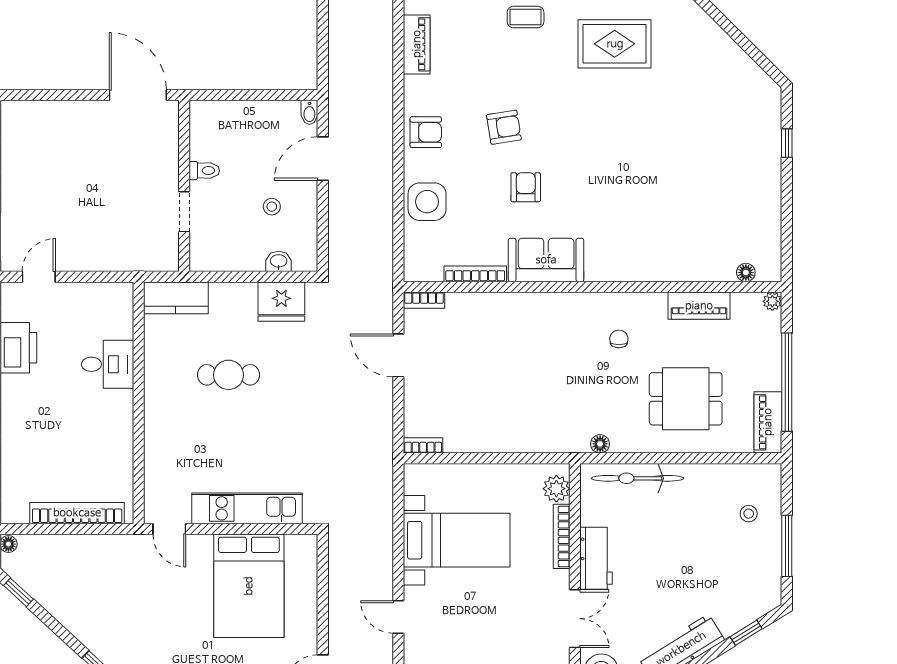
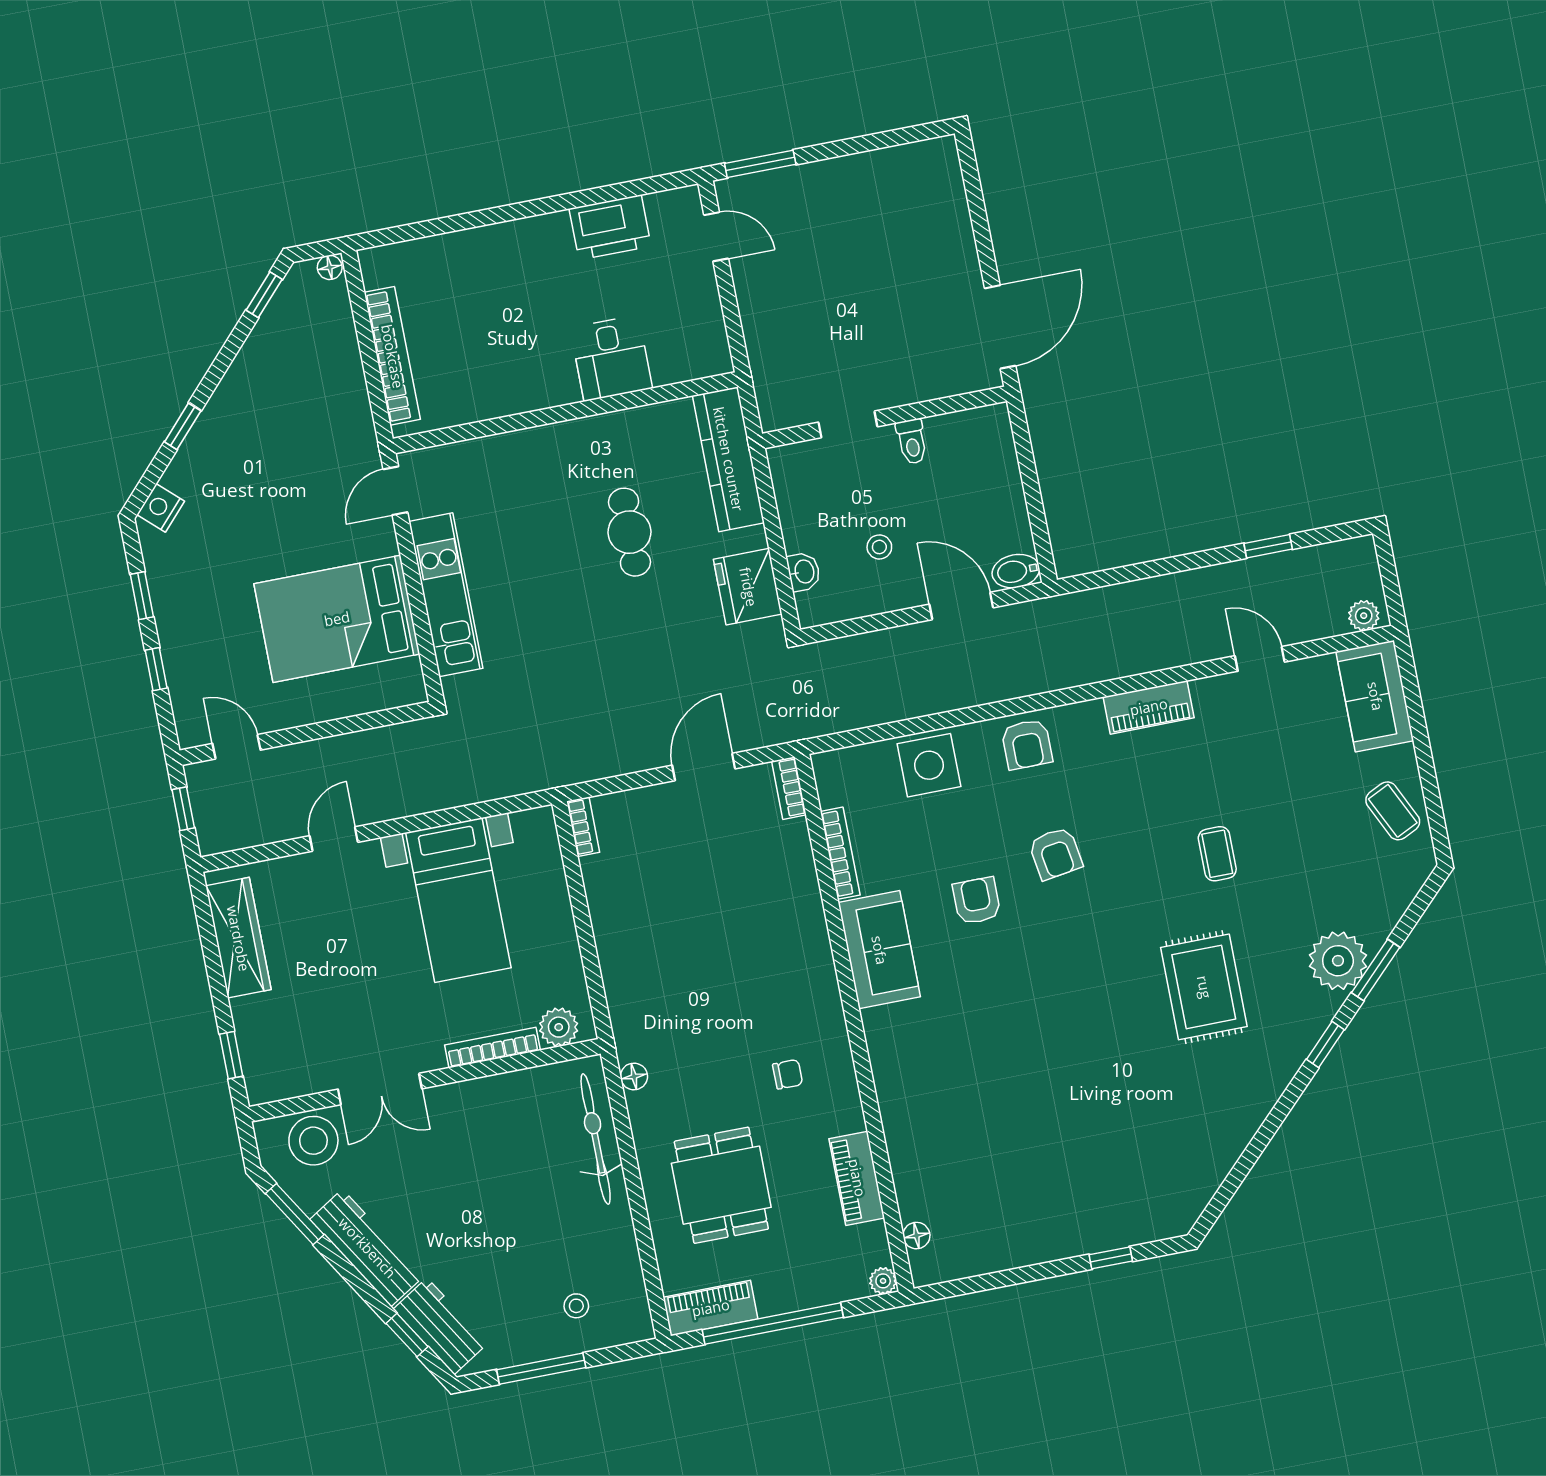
bidet: (309, 112) -> (1016, 571), width x1.38, depth x1.36
armchair: (526, 187) -> (977, 901), turned -90
kitchen counter: (176, 298) -> (728, 459), width x1.50
workbench: (596, 558) -> (440, 1326), moved, turned -122

